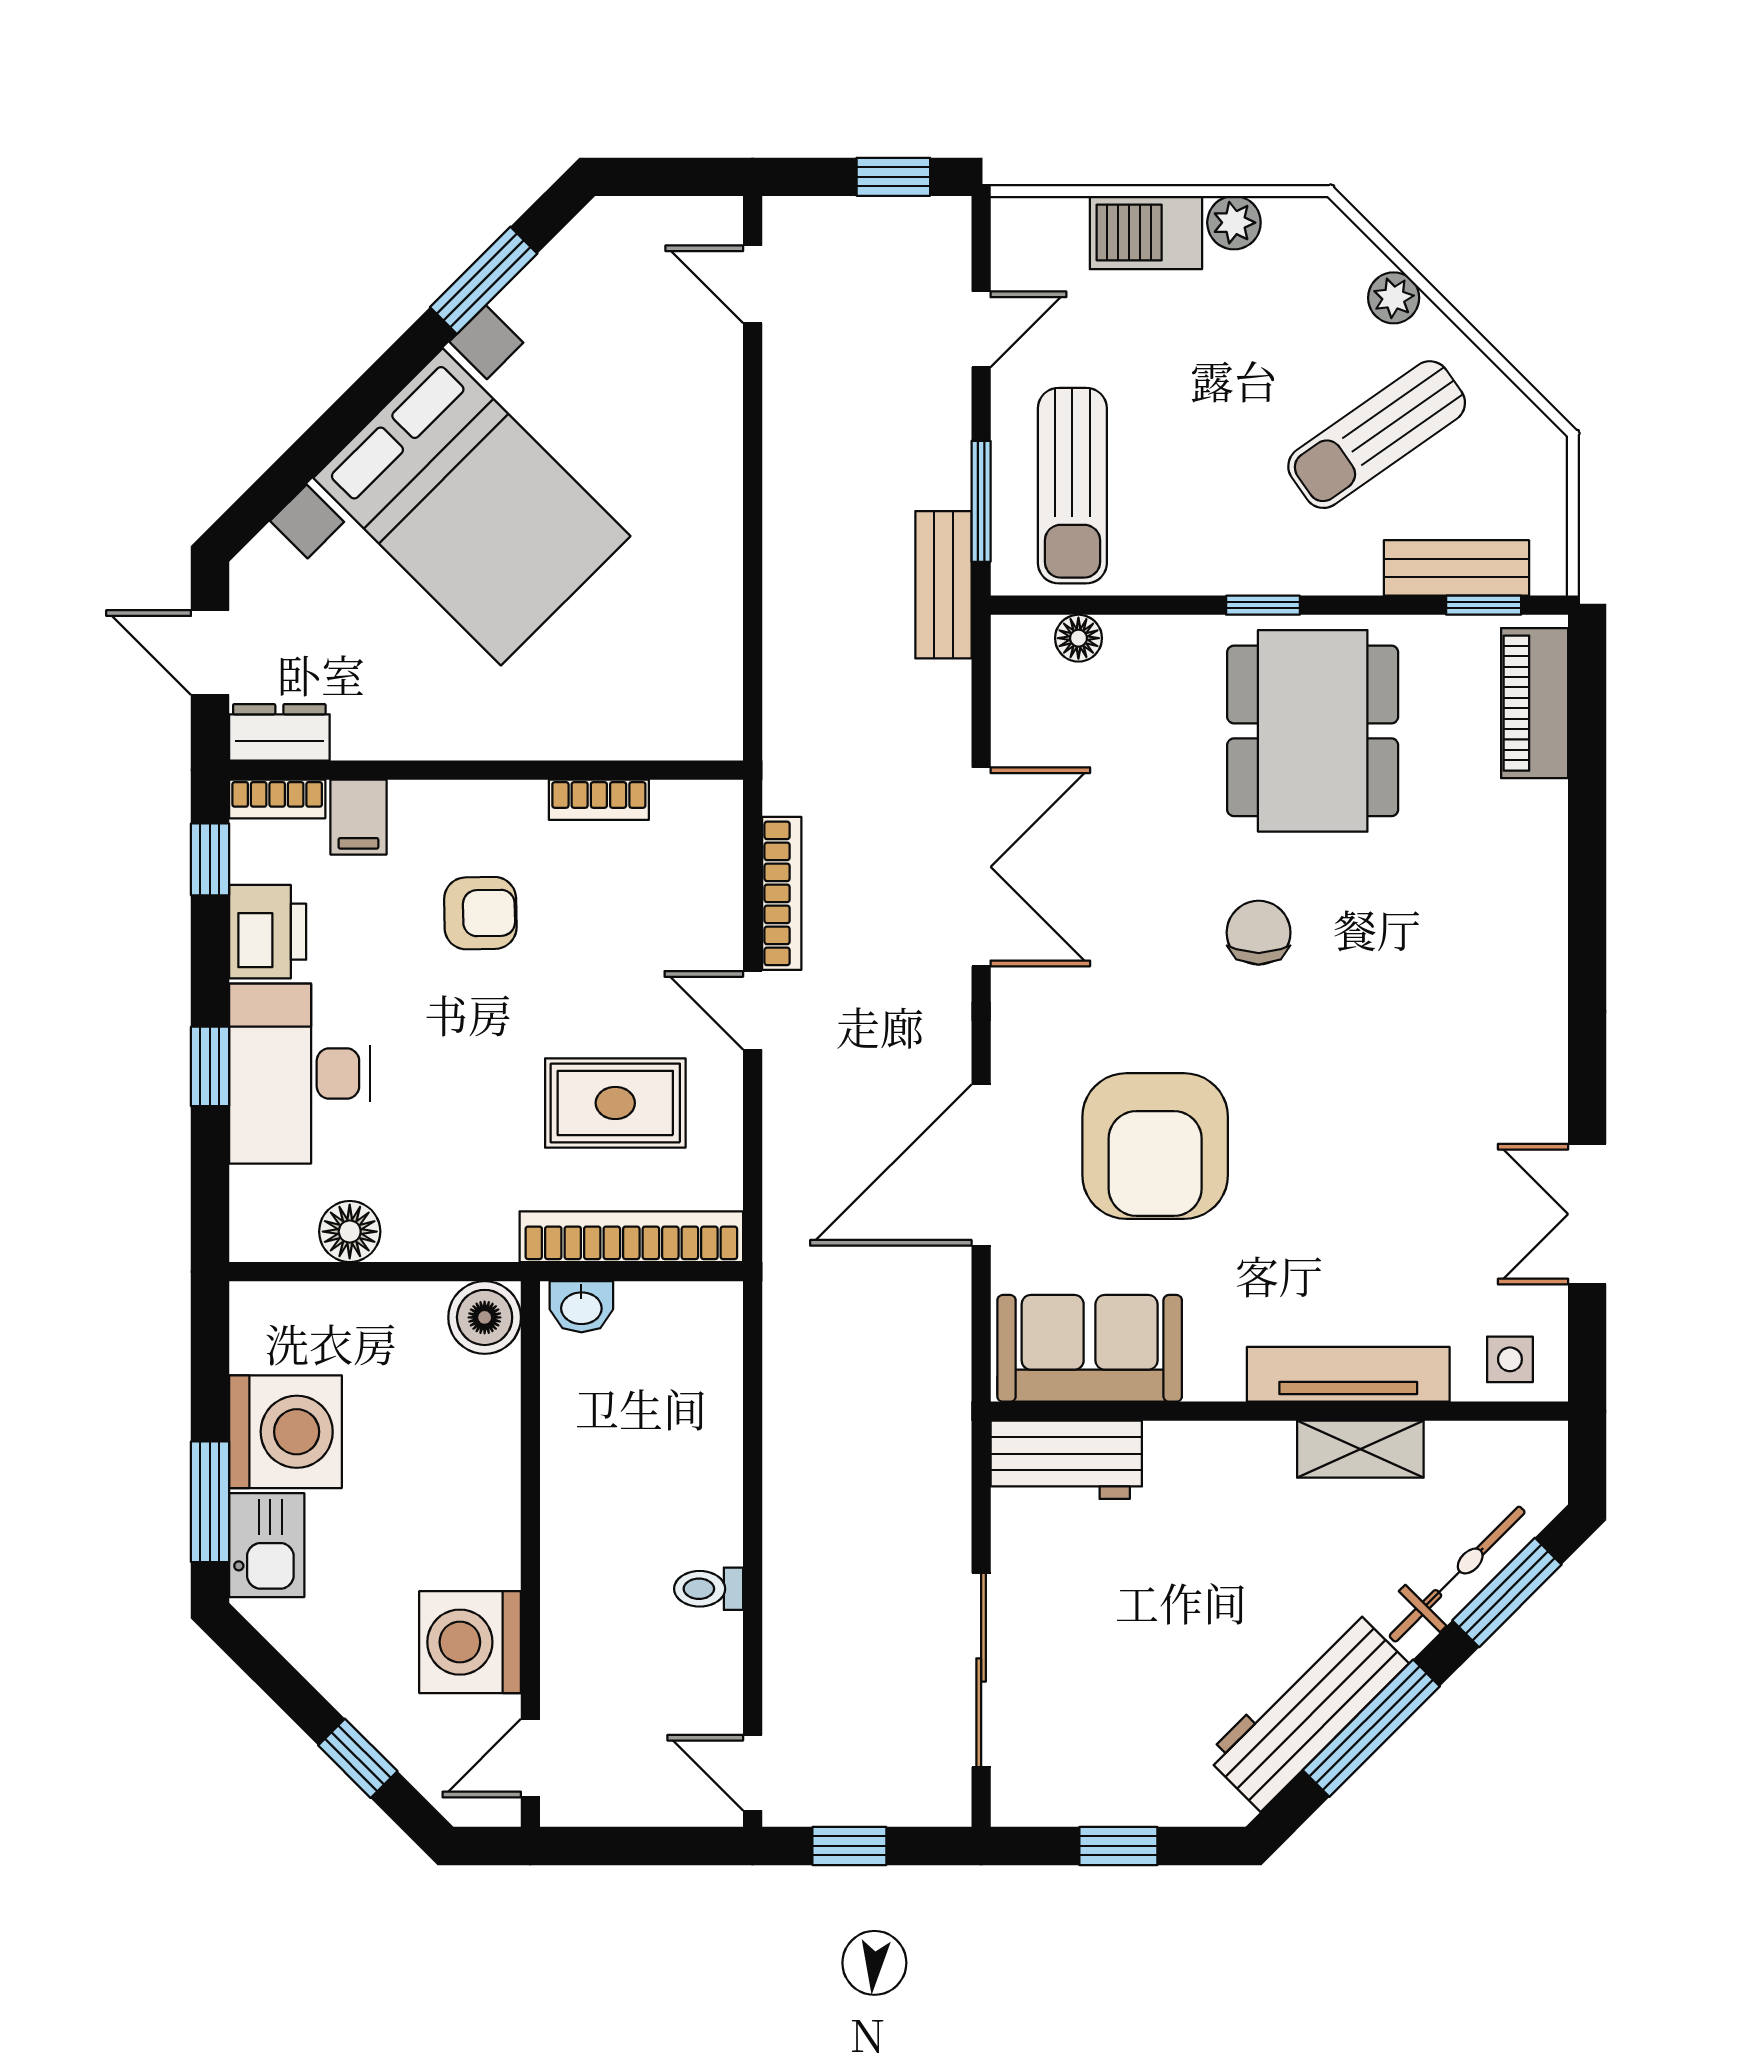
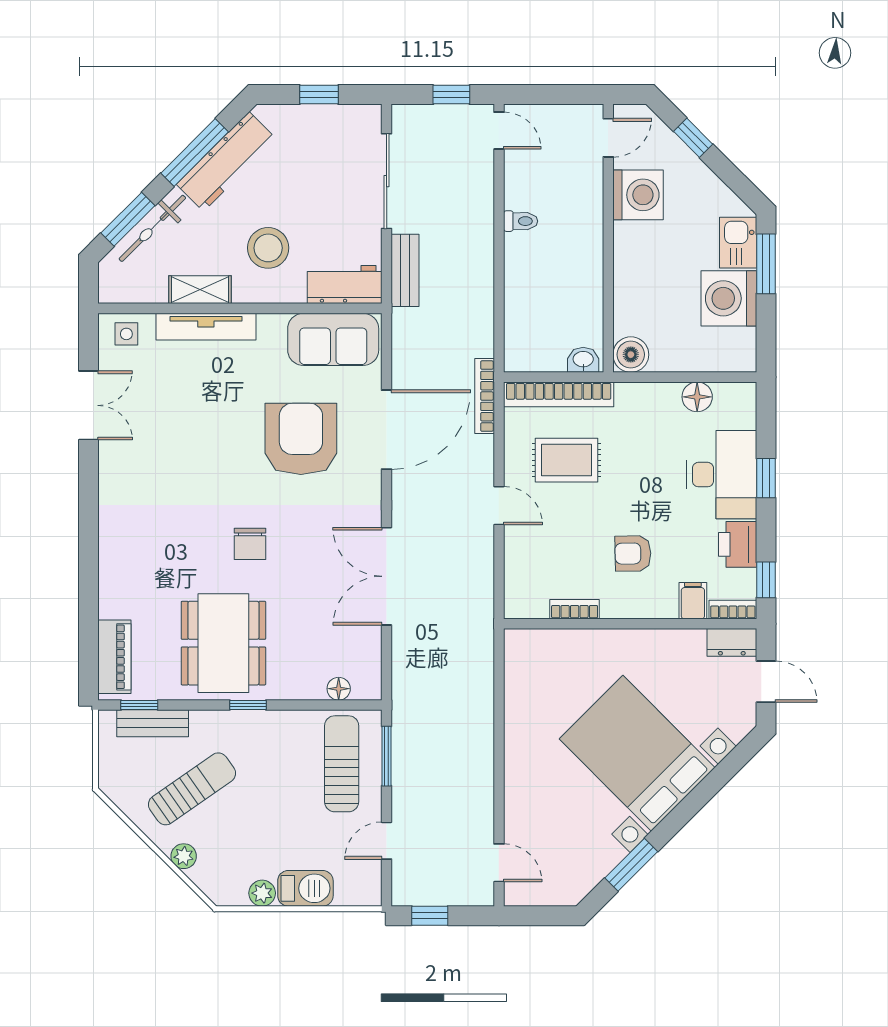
bench: (943, 585) -> (405, 270), moved
bookcase: (782, 893) -> (485, 396), moved
stool: (1222, 1534) -> (268, 248), added

